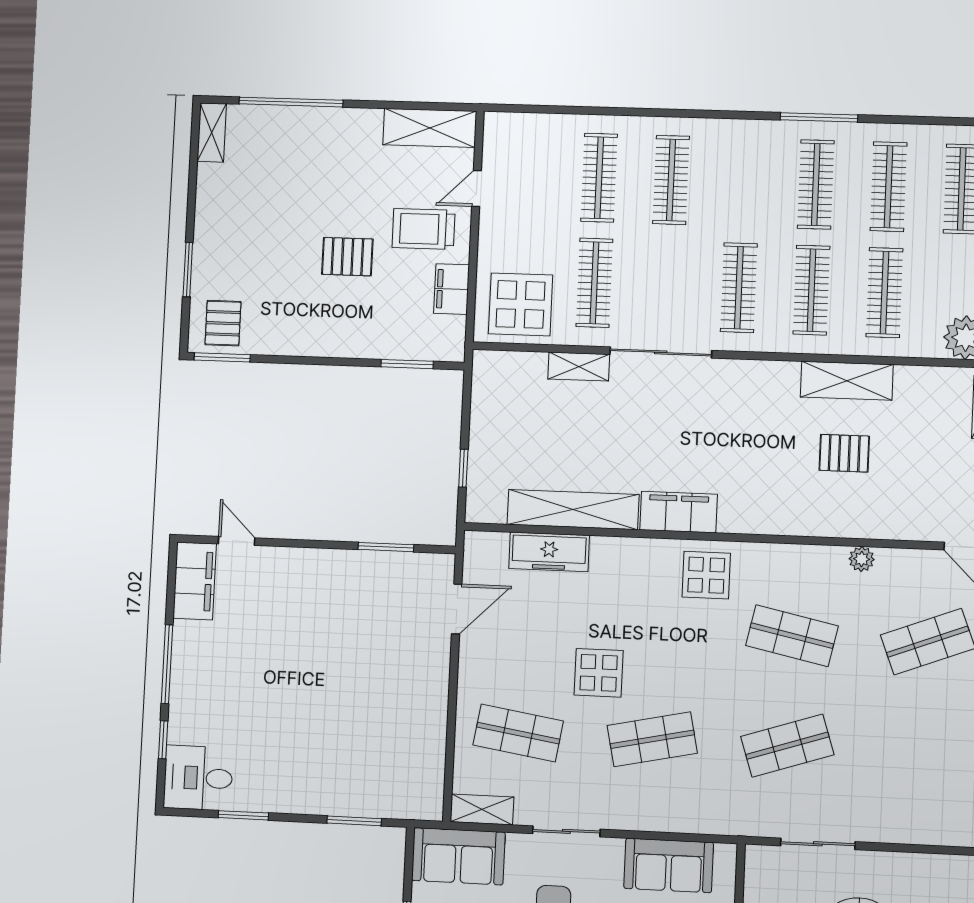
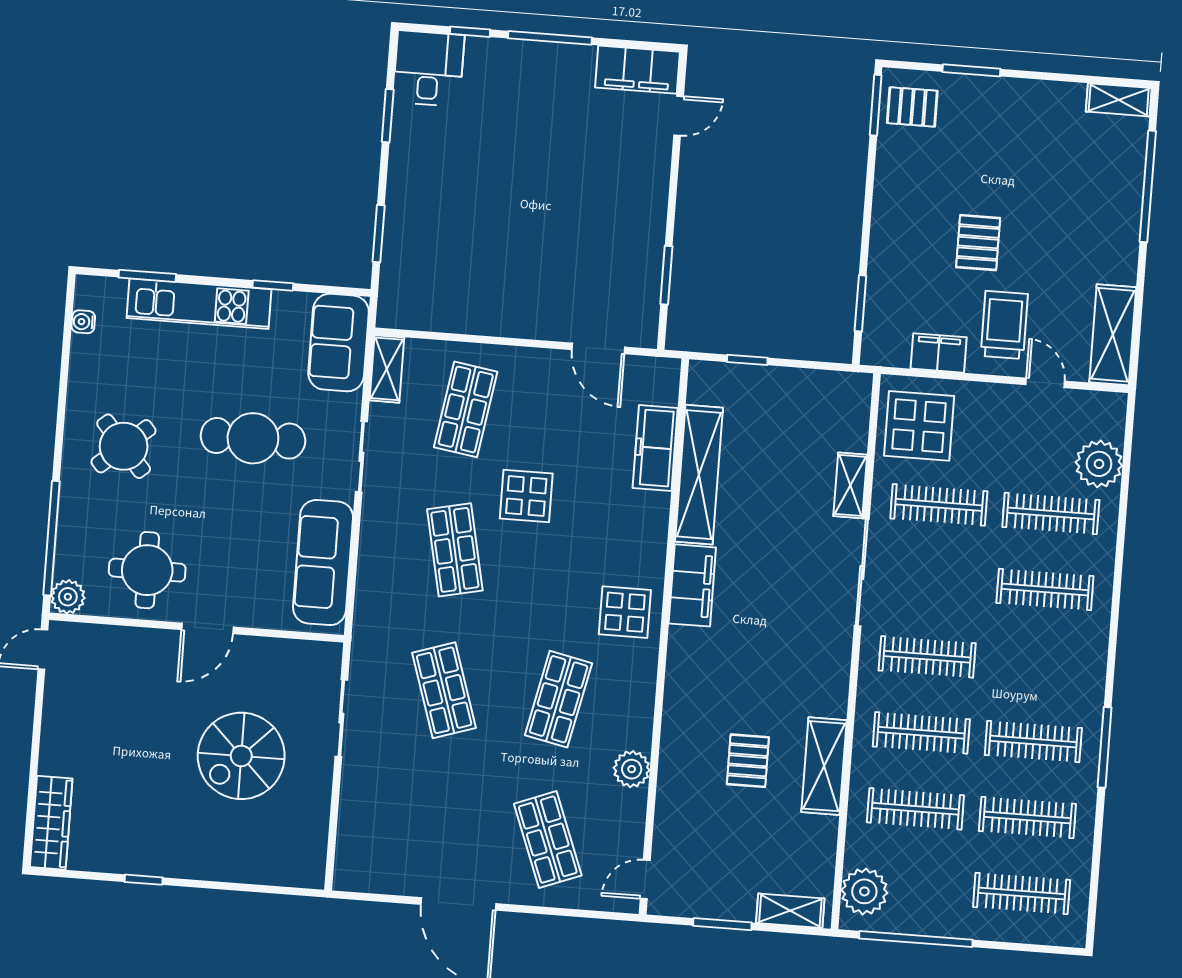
plant: (551, 135) -> (1099, 464), added
plant: (862, 559) -> (632, 769), width x1.38, depth x1.38
sofa: (669, 865) -> (323, 563), width x1.36

